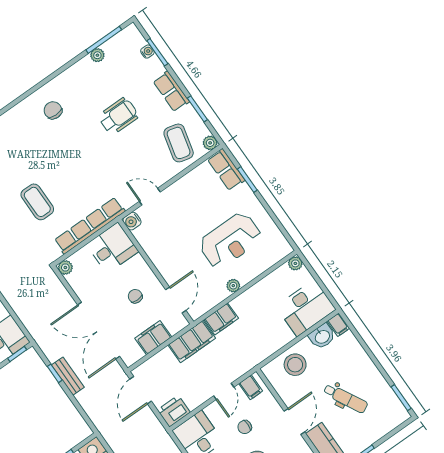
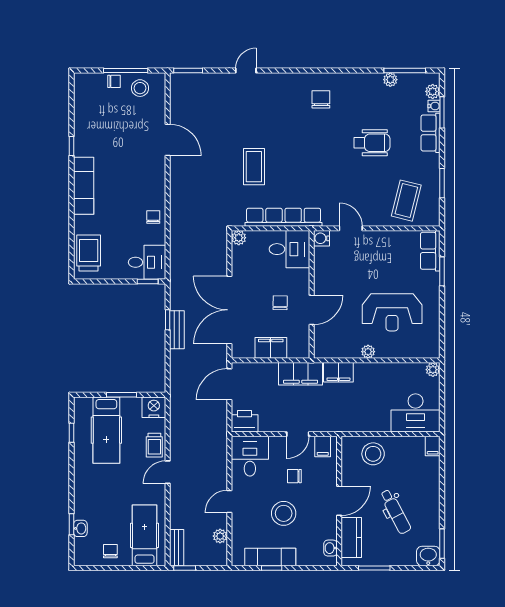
row of seats: (171, 91) -> (431, 133), moved
plant: (210, 143) -> (433, 91), moved
door: (176, 300) -> (312, 310), moved
washbasin: (322, 336) -> (428, 556), moved, turned 180

